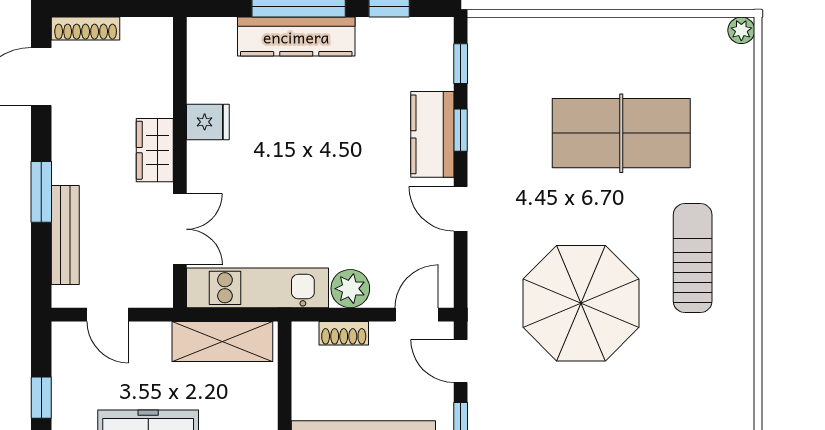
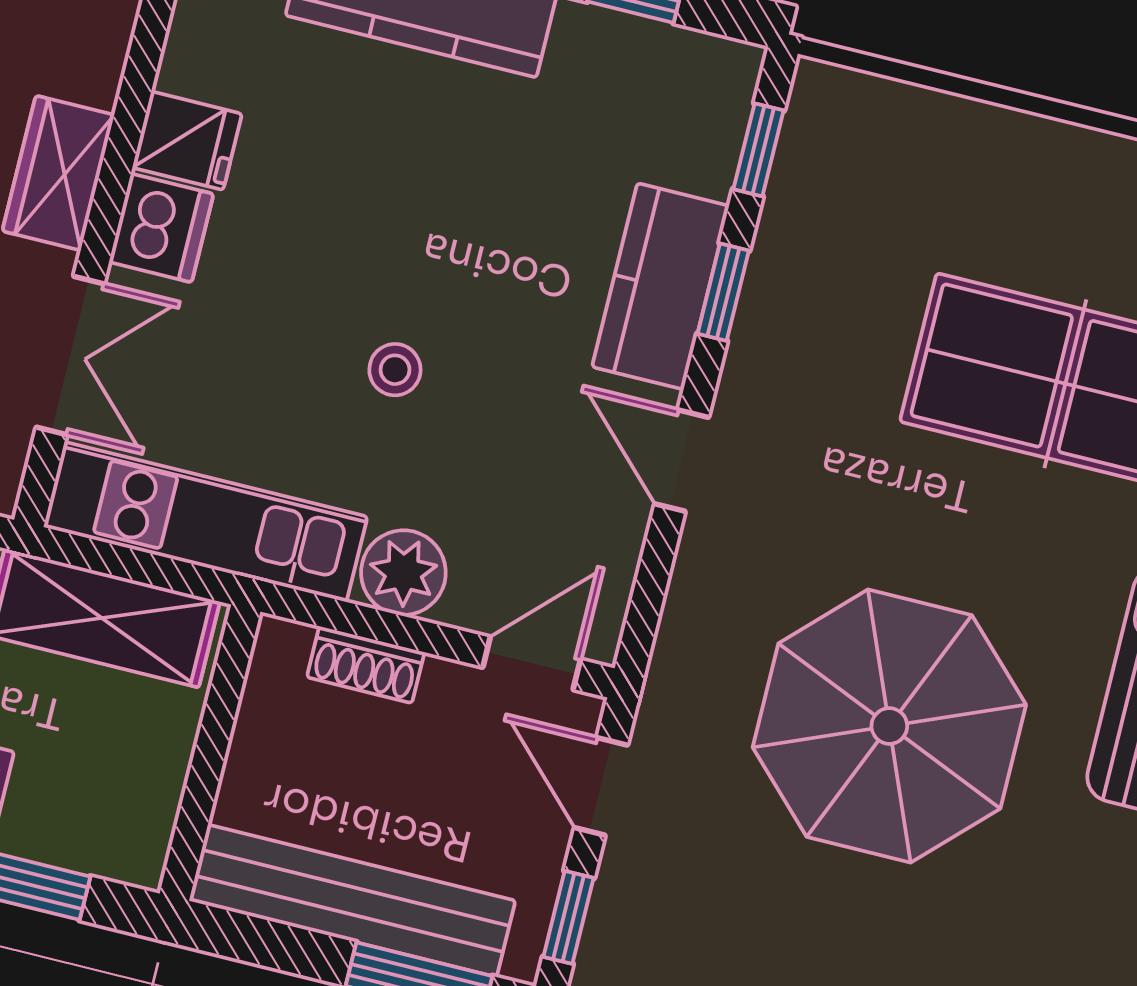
dishwasher: (206, 163) -> (161, 228), added
stool: (324, 200) -> (395, 370), added

